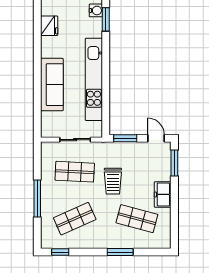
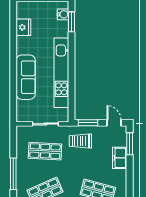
trolley: (113, 181) -> (80, 141), moved, turned 90
freezer: (163, 194) -> (120, 158), moved

